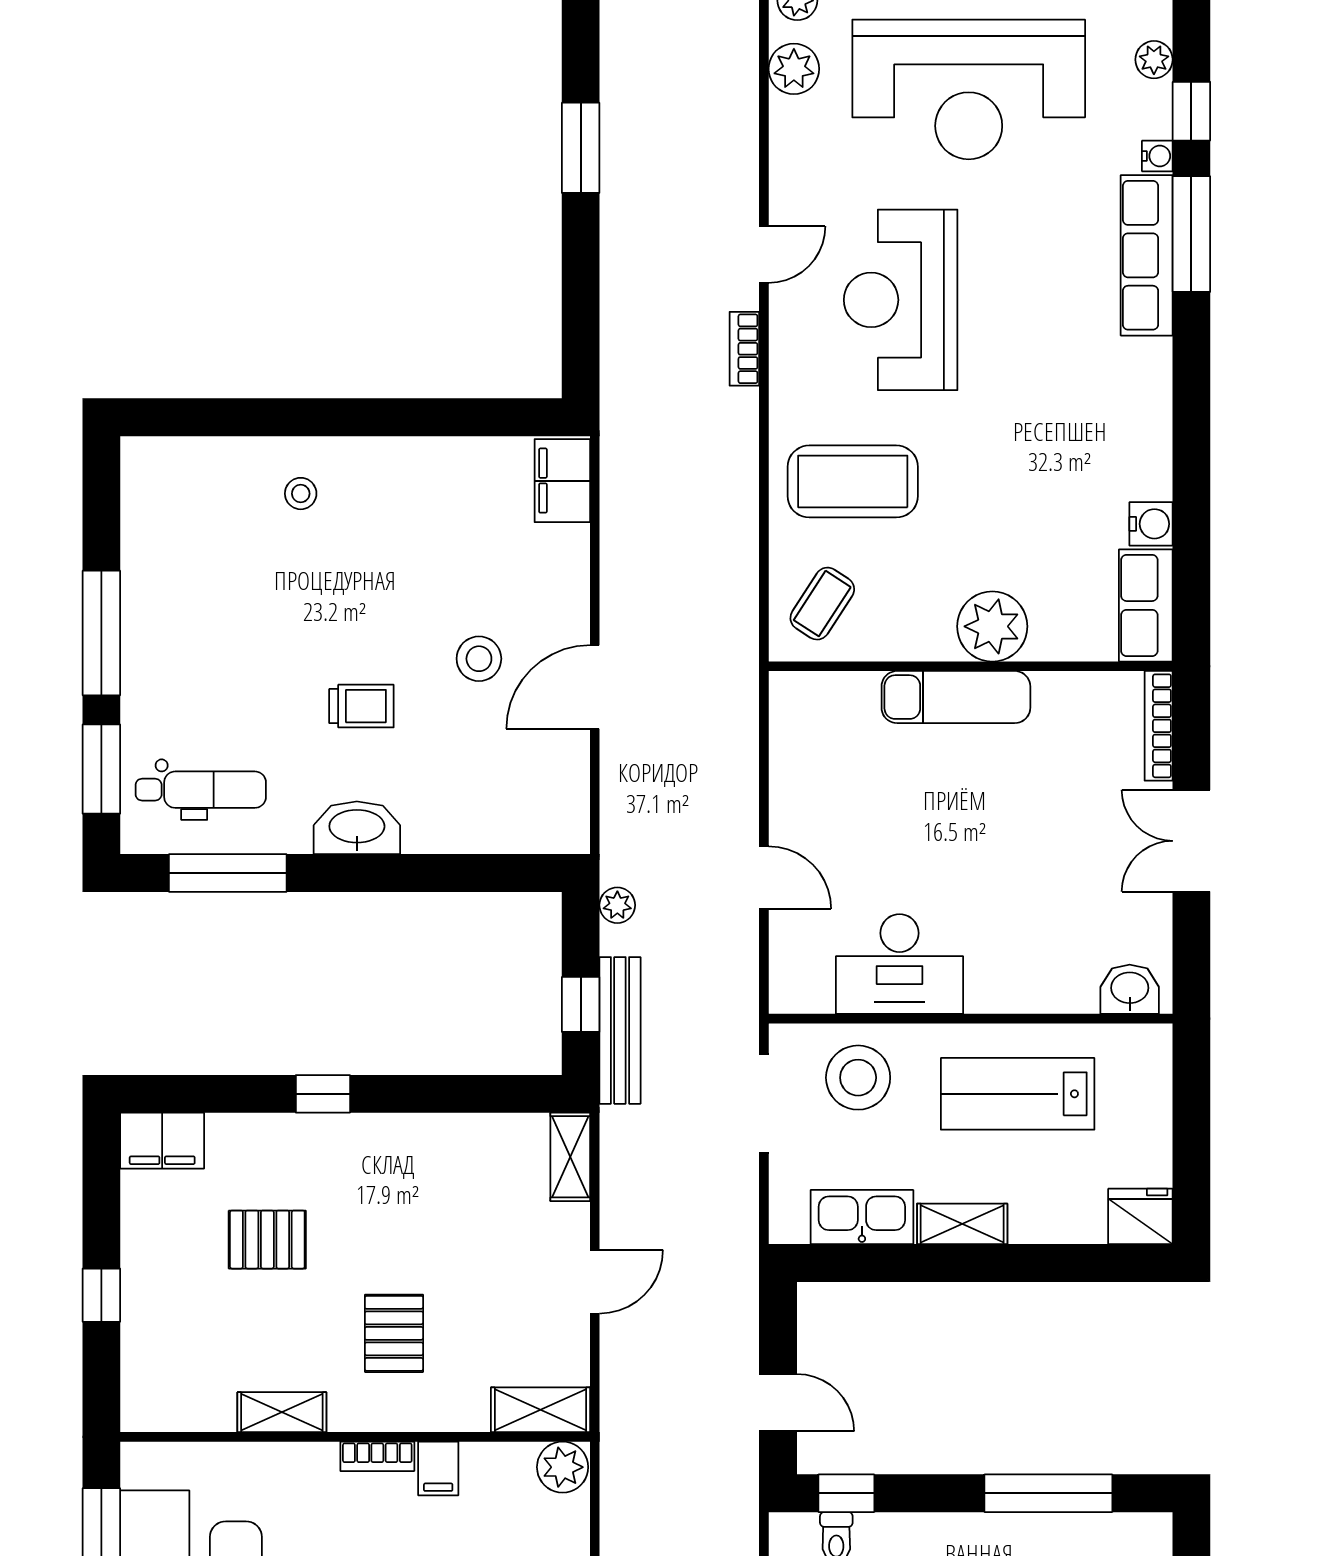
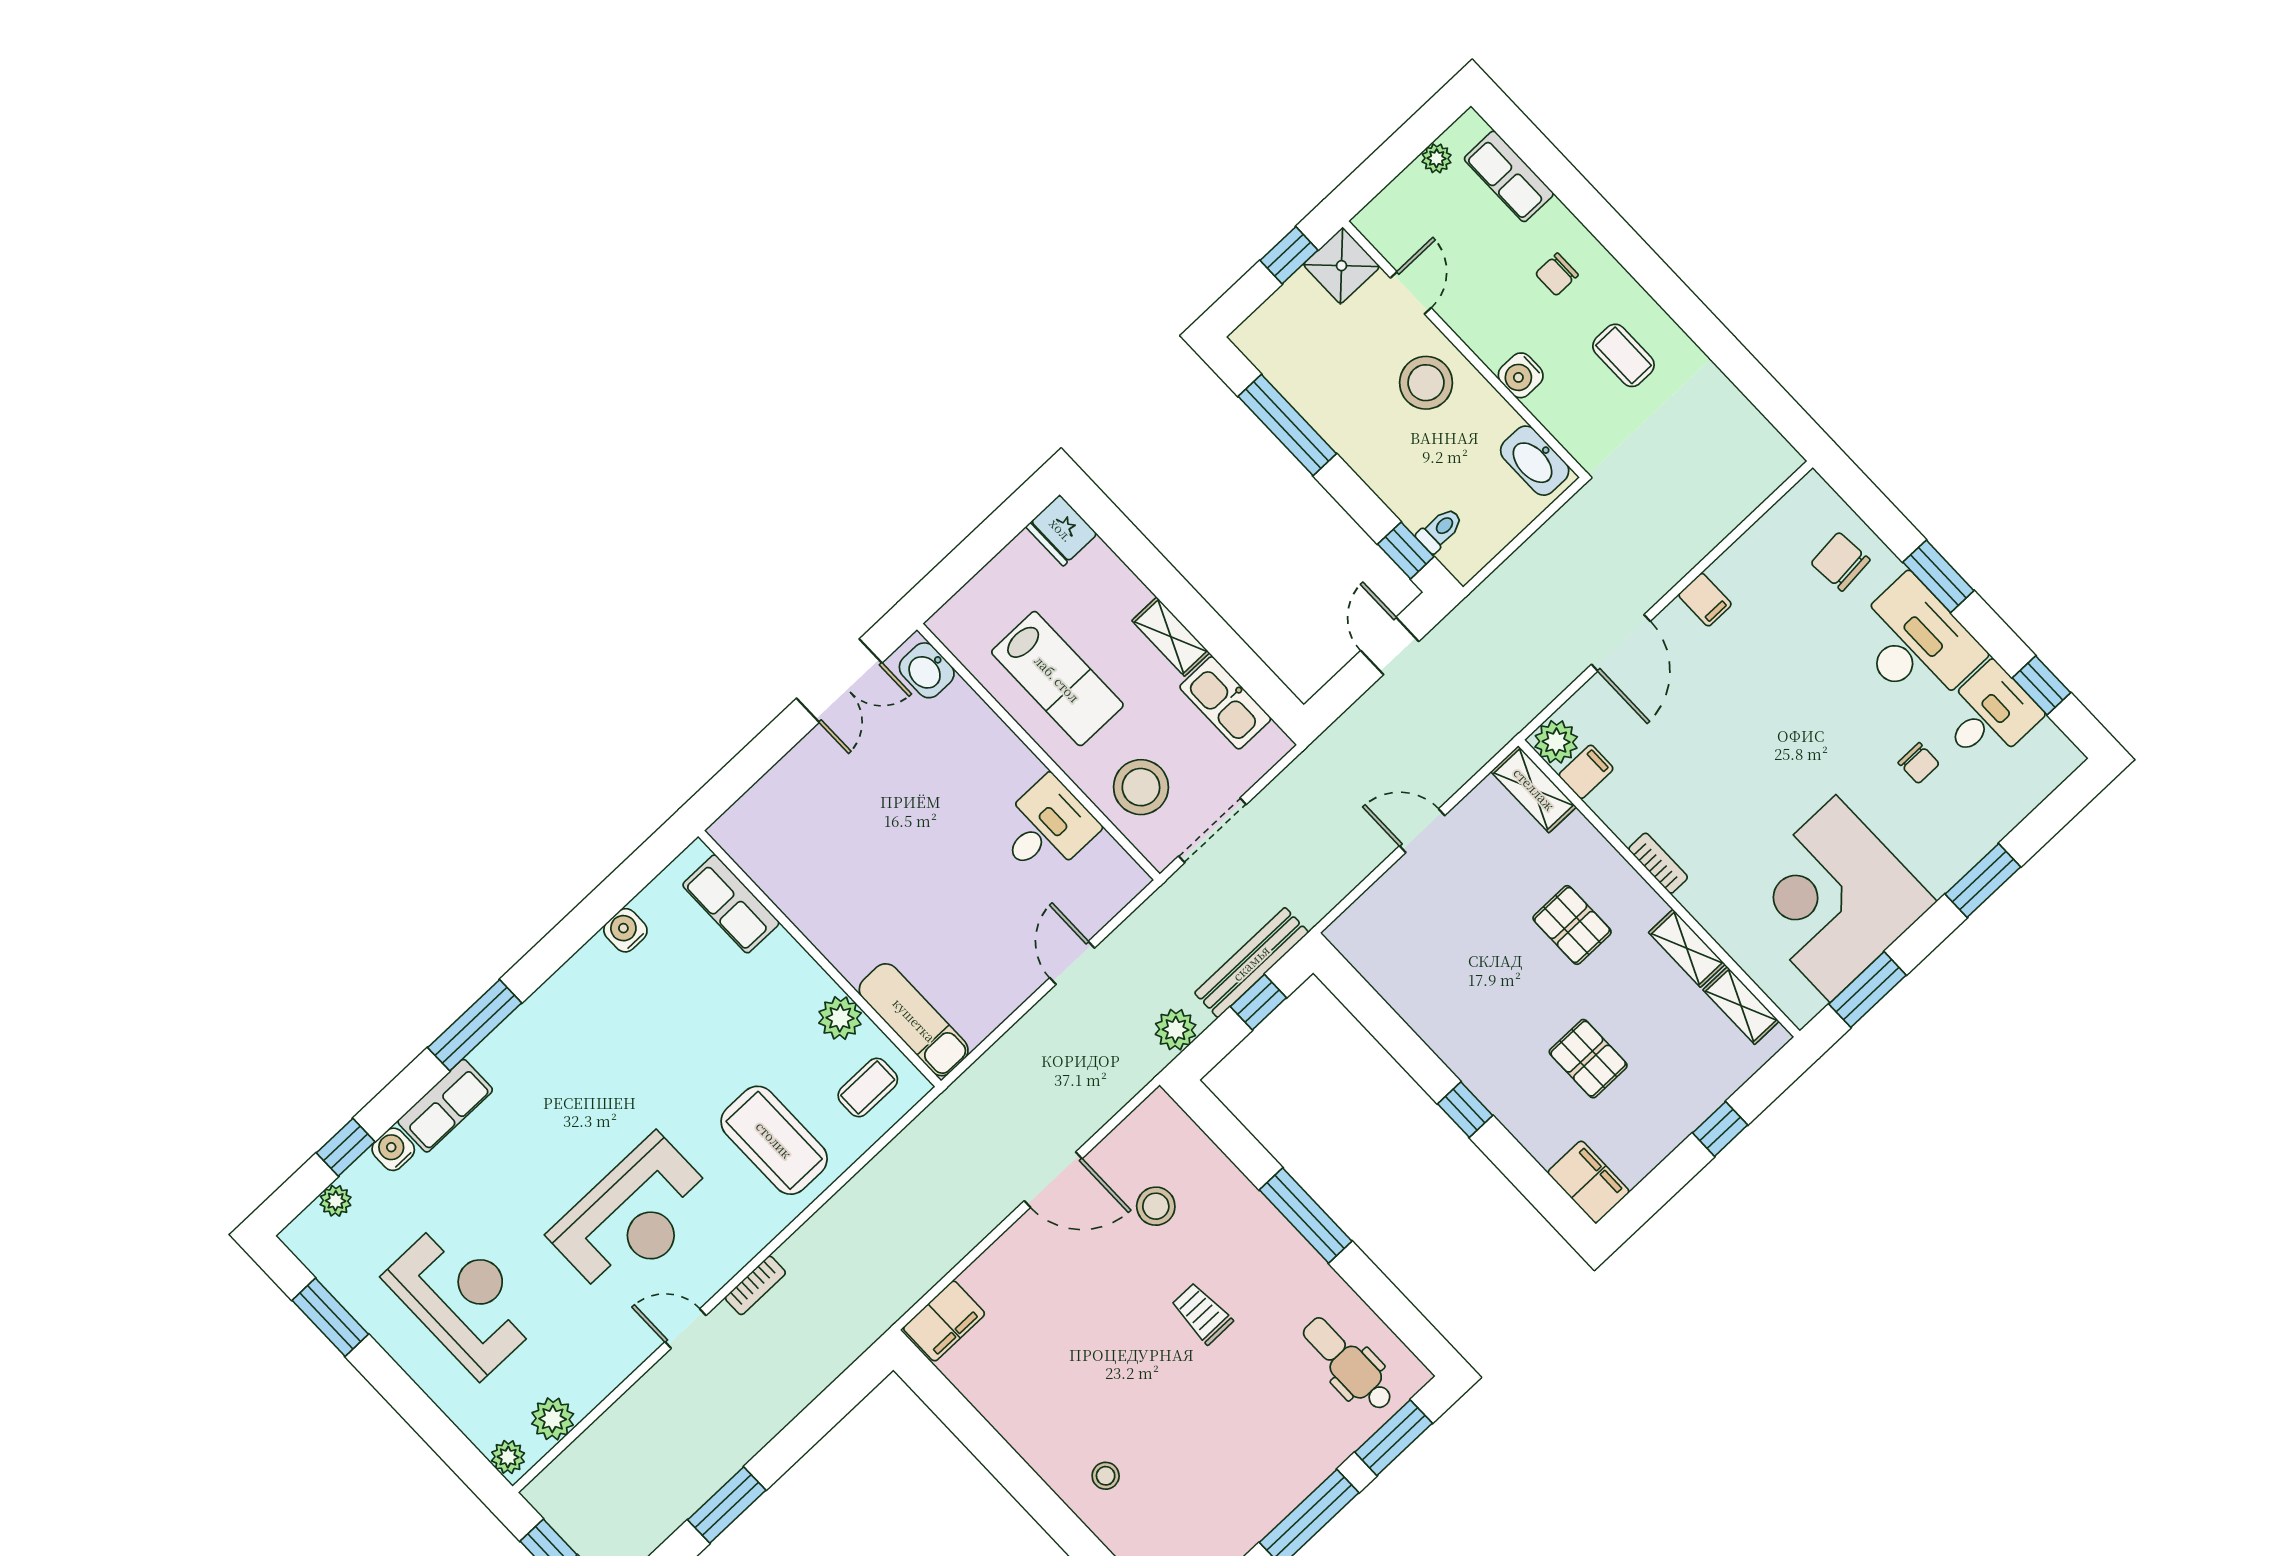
reception desk: (969, 89) -> (463, 1298), width x0.74, depth x0.77
water cooler: (1157, 156) -> (393, 1149), width x1.38, depth x1.38
window: (1191, 234) -> (475, 1025), moved
row of seats: (1147, 255) -> (445, 1106), width x0.68
coffee table: (822, 604) -> (868, 1087), turned -33
row of seats: (1146, 605) -> (731, 904), moved, turned 90
plant: (992, 626) -> (840, 1018), moved, width x0.73, depth x0.73
stool: (479, 659) -> (1156, 1206), moved
exam couch: (956, 697) -> (914, 1020), moved
bookcase: (1159, 726) -> (746, 807), removed
washbasin: (357, 828) -> (1280, 1245), removed
double door: (1191, 841) -> (839, 681), moved
window: (228, 873) -> (1306, 1215), moved
plant: (617, 905) -> (1176, 1030), width x1.38, depth x1.38
desk: (900, 964) -> (1046, 828), width x0.73
shelving: (570, 1157) -> (1741, 1006), moved, turned 90
pallet: (394, 1333) -> (1572, 925), turned 90
filing cabinet: (438, 1468) -> (1586, 772), moved

